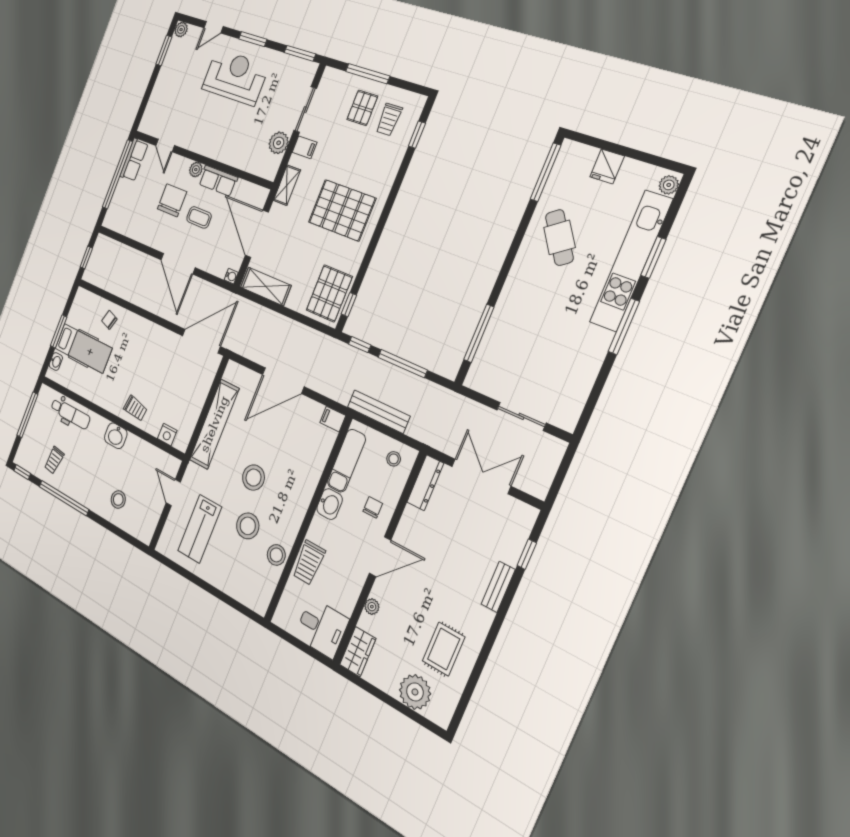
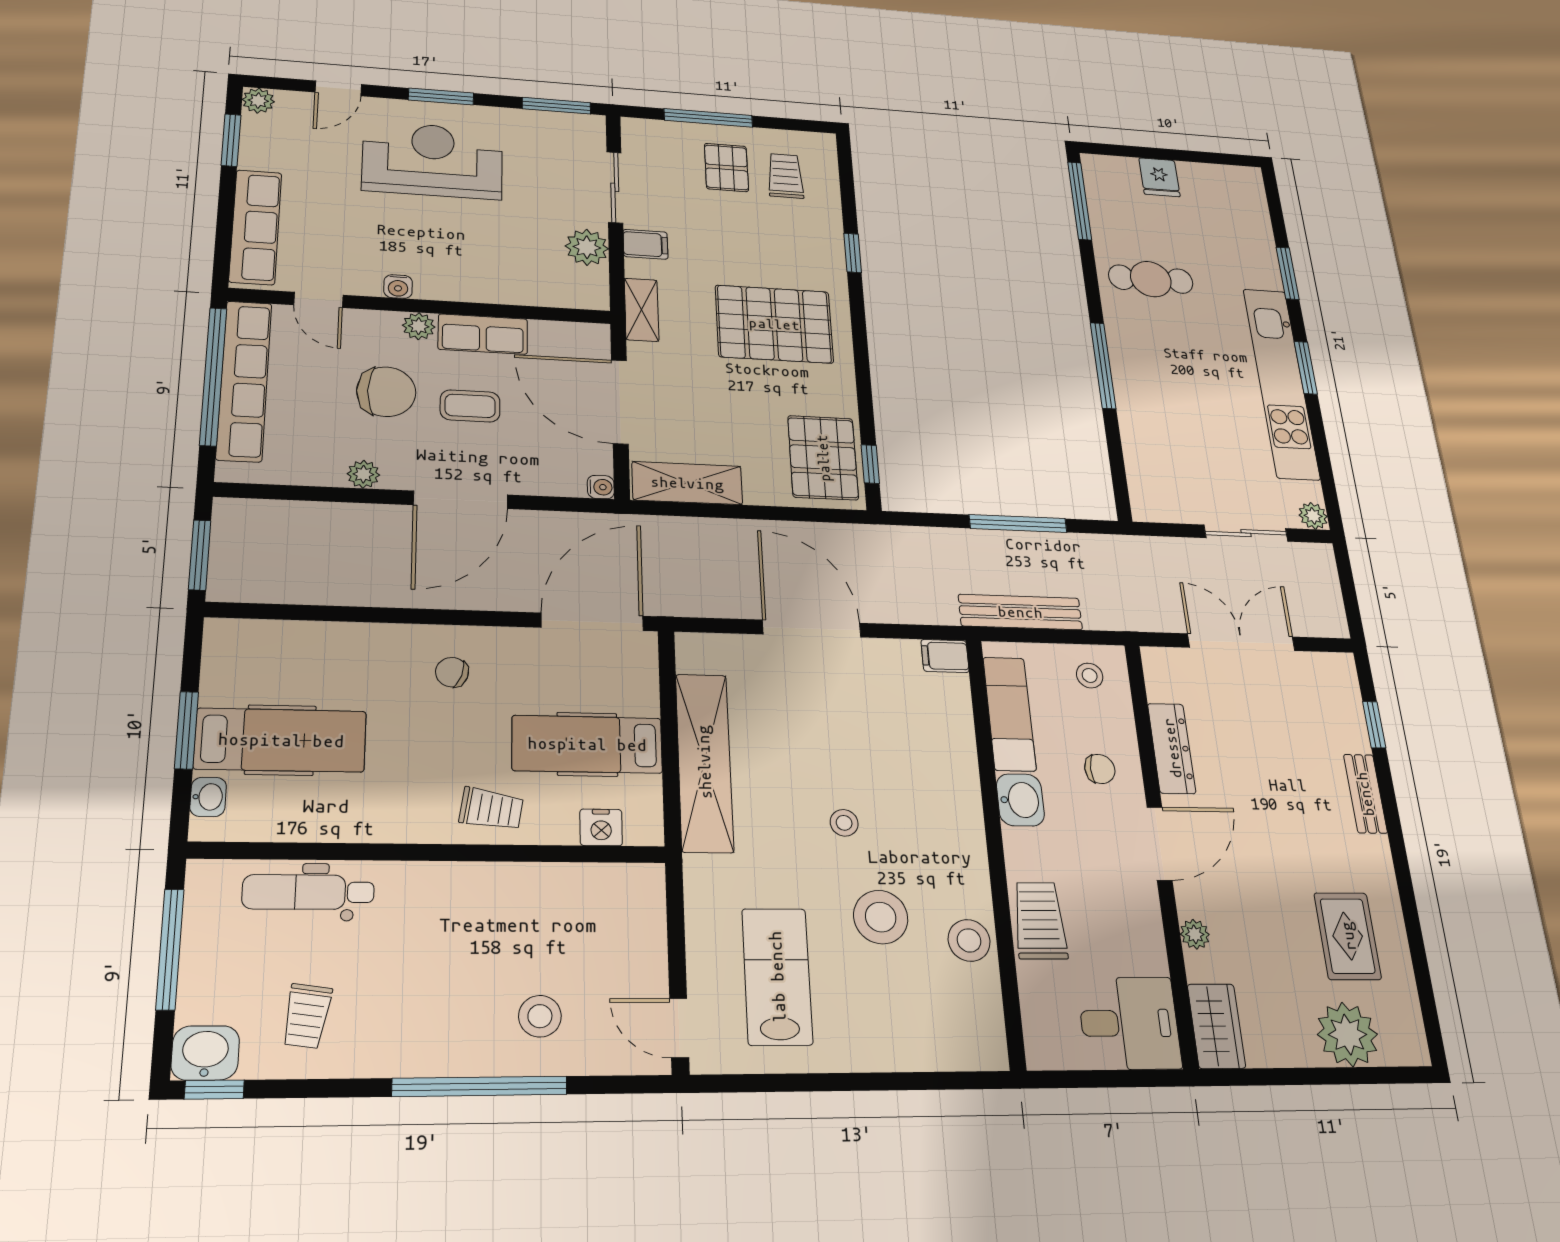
row of seats: (157, 101) -> (255, 227), added
trolley: (389, 119) -> (785, 176), turned 180
window: (417, 135) -> (853, 253), moved
water cooler: (196, 146) -> (398, 286), added
row of seats: (134, 160) -> (244, 380), width x2.02
plant: (669, 185) -> (1313, 516), moved
chair: (172, 200) -> (386, 392), turned 90
cafe table: (559, 238) -> (1151, 279), turned -55
plant: (150, 239) -> (363, 474), added
window: (86, 258) -> (200, 555), width x1.50
kitchen unit: (631, 261) -> (1281, 383), moved
door: (178, 264) -> (461, 500), hinge flipped
chair: (109, 320) -> (452, 672), moved
window: (624, 326) -> (1306, 368), width x0.69
window: (479, 333) -> (1103, 365), moved
window: (360, 345) -> (926, 520), removed
door: (283, 381) -> (812, 629), swing flipped
hospital bed: (177, 396) -> (587, 744), added
dental chair: (70, 414) -> (308, 892), turned 180
washbasin: (116, 436) -> (205, 1053), moved, turned 180
stool: (253, 478) -> (844, 823), width x0.53, depth x0.53
dresser: (425, 483) -> (1172, 748), moved
door: (173, 493) -> (679, 1028), moved
window: (64, 498) -> (480, 1086), moved
chair: (373, 507) -> (1100, 769), turned 90
lab bench: (200, 529) -> (777, 976), turned 180
trolley: (309, 563) -> (1040, 921), turned 180

